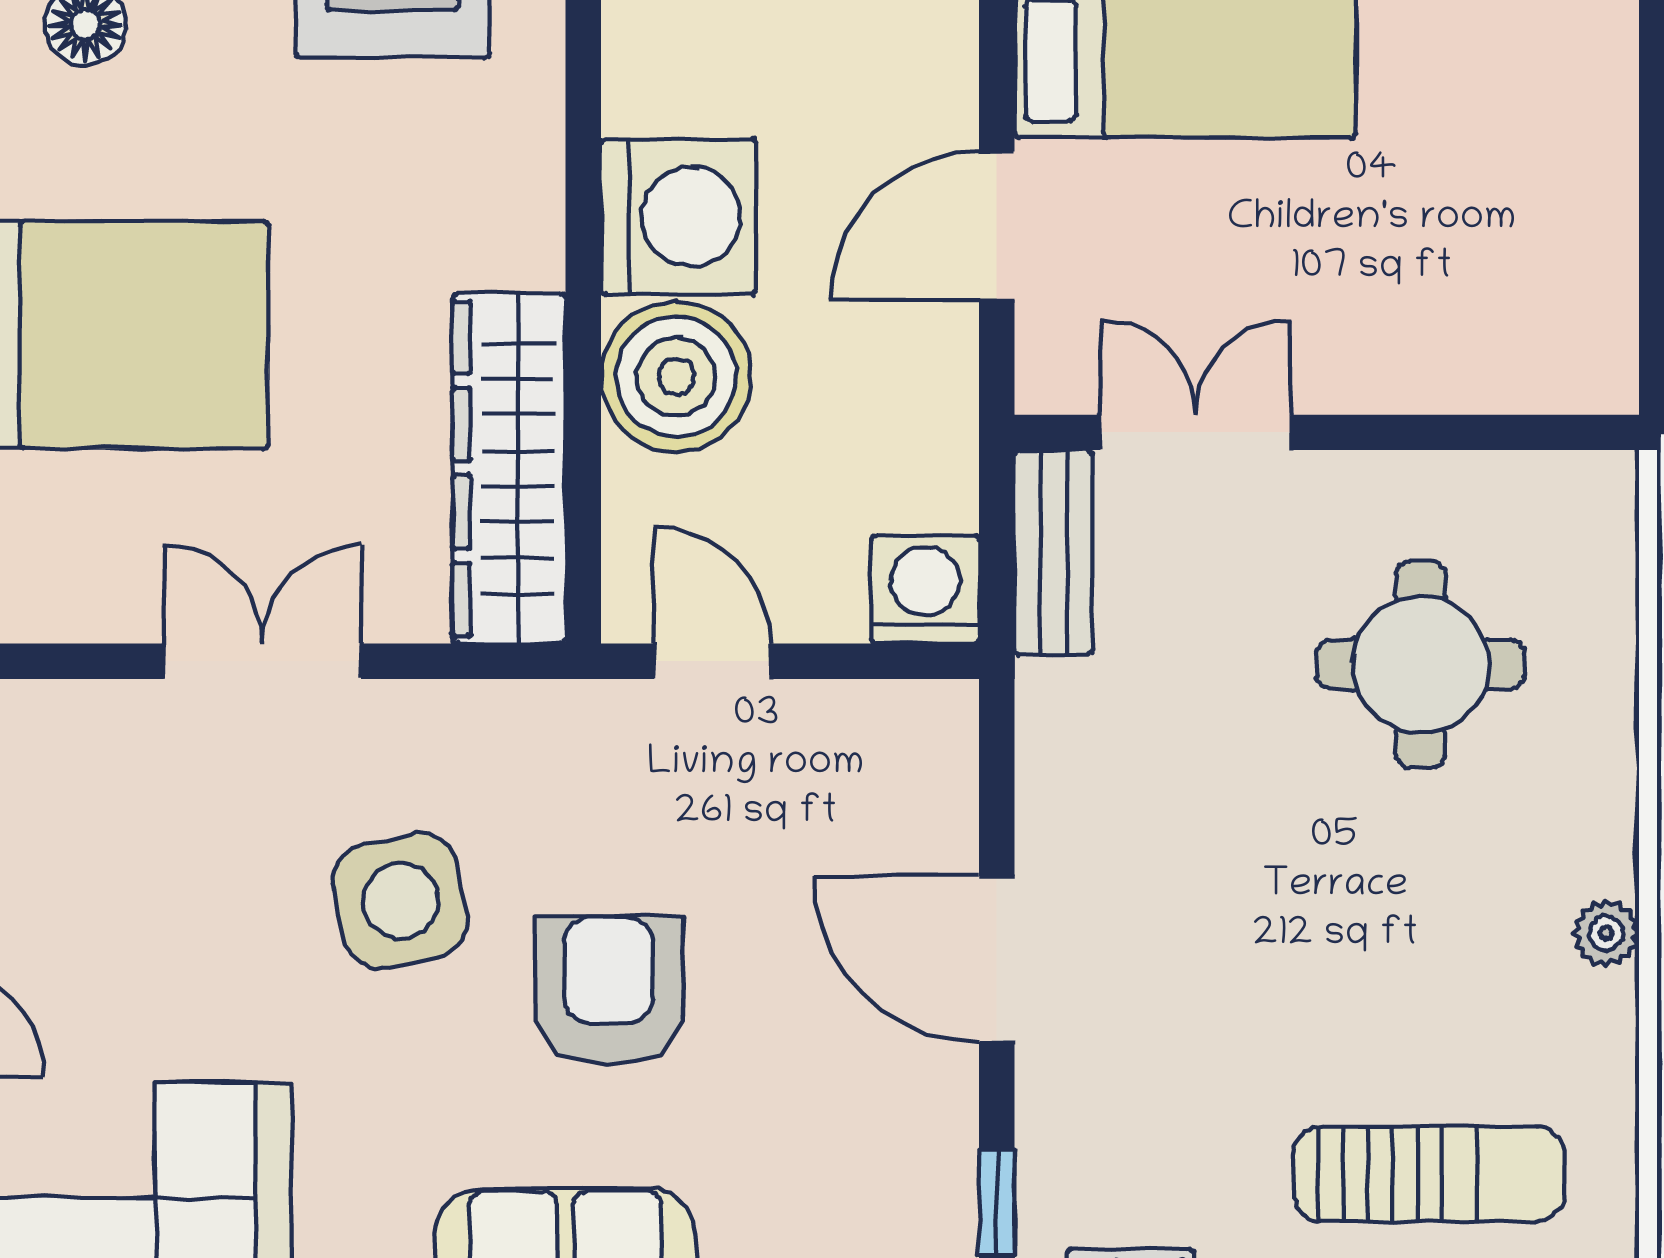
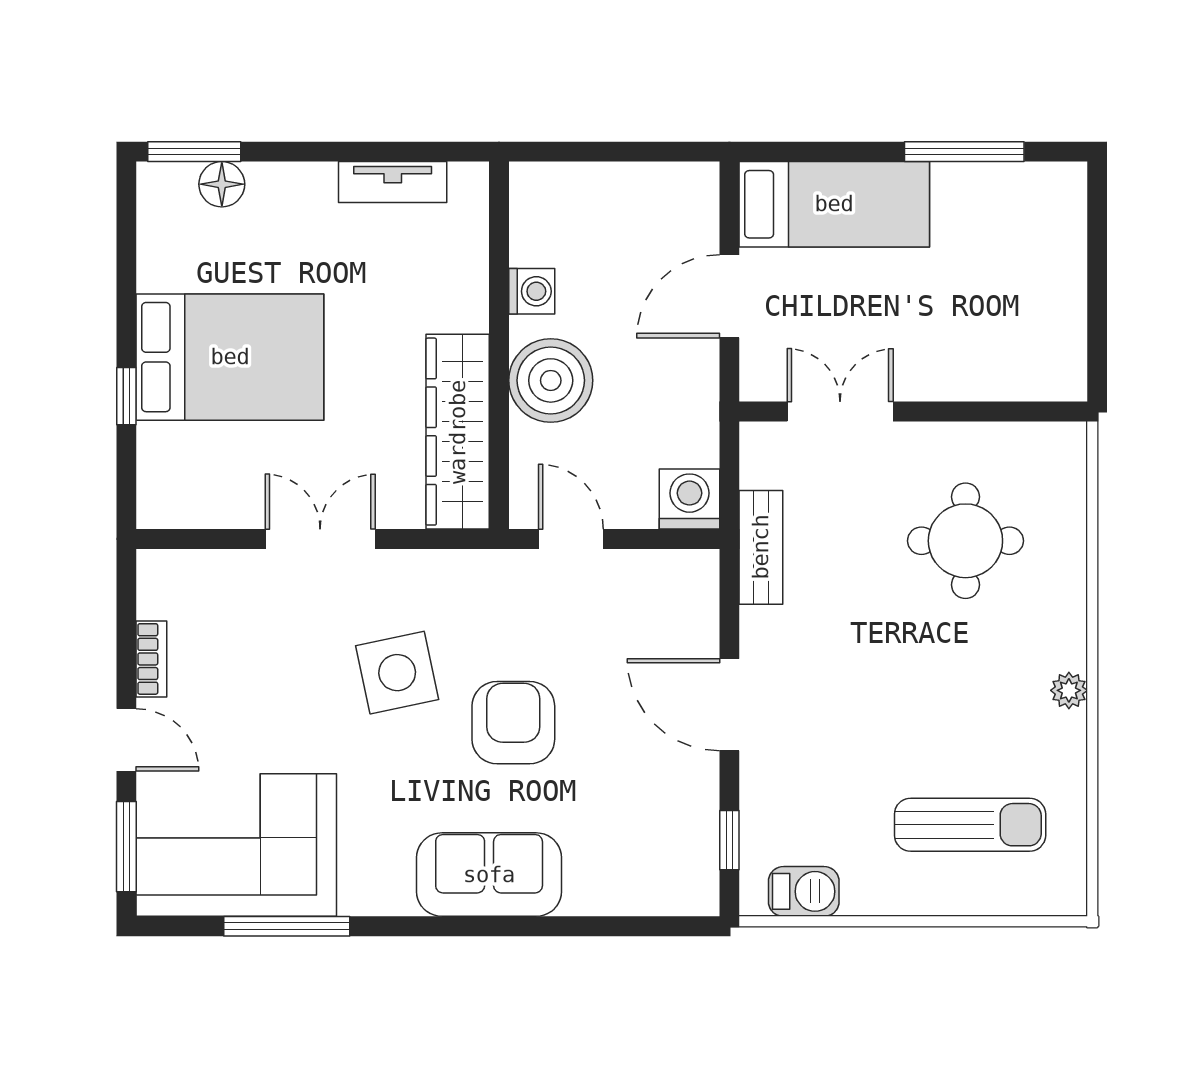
washing machine: (679, 217) -> (532, 291), width x0.53, depth x0.53
bench: (1053, 552) -> (761, 547), moved

